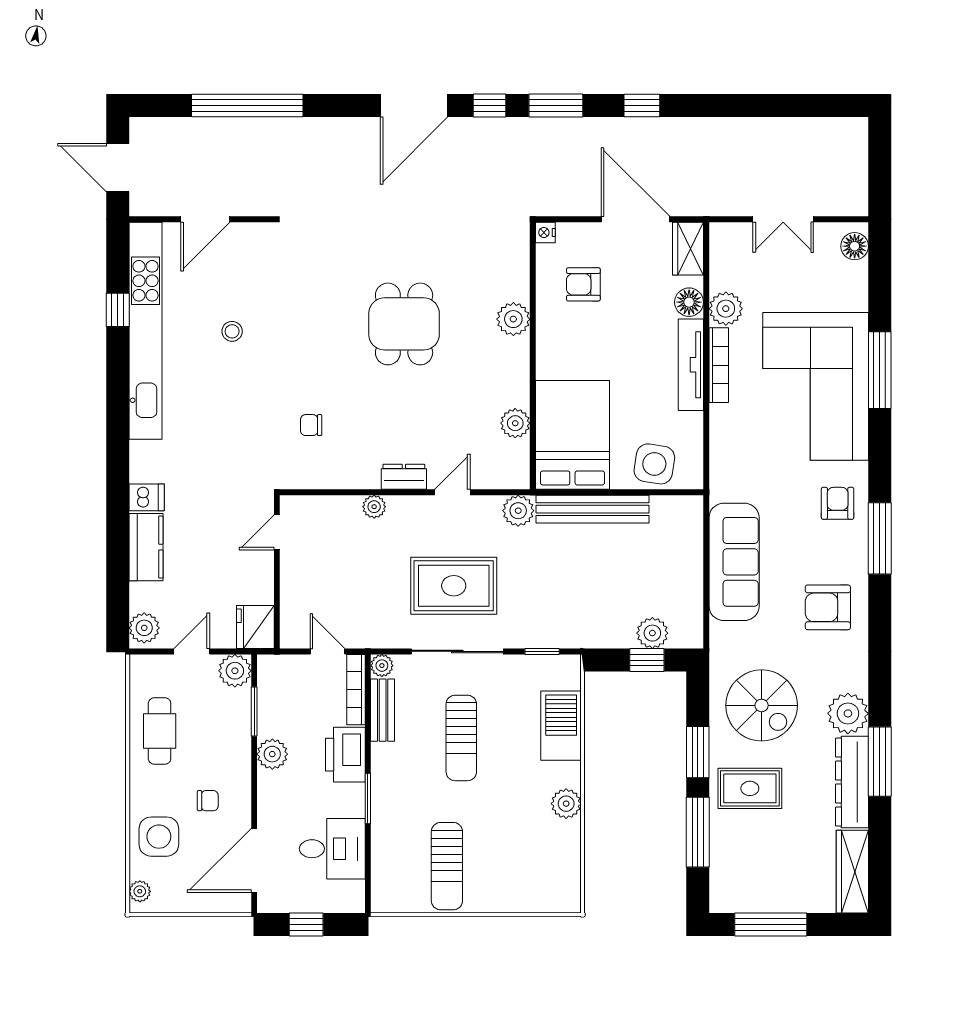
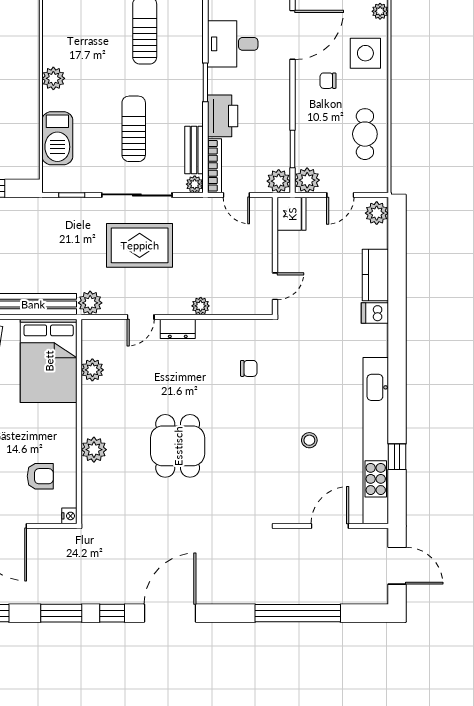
plant: (272, 754) -> (279, 181), moved

